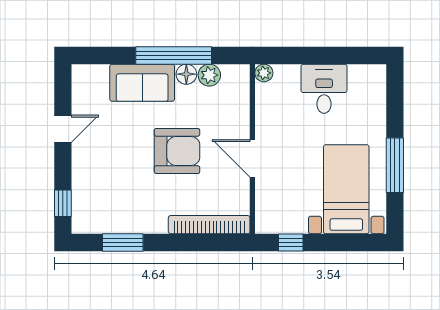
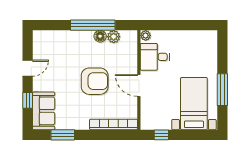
sofa: (142, 83) -> (44, 111), moved, turned -90
desk: (324, 89) -> (155, 57), moved, turned -90
window: (63, 203) -> (28, 100), moved

